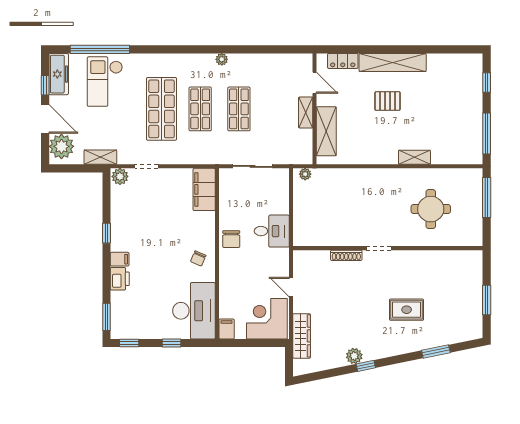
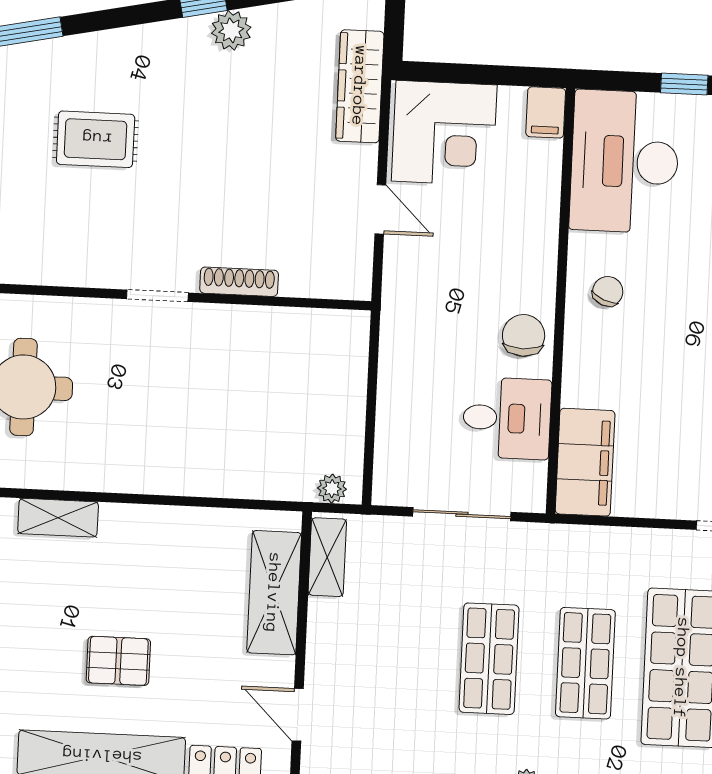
shelving: (306, 112) -> (327, 557), moved
desk: (272, 231) -> (507, 418), moved, turned 180

